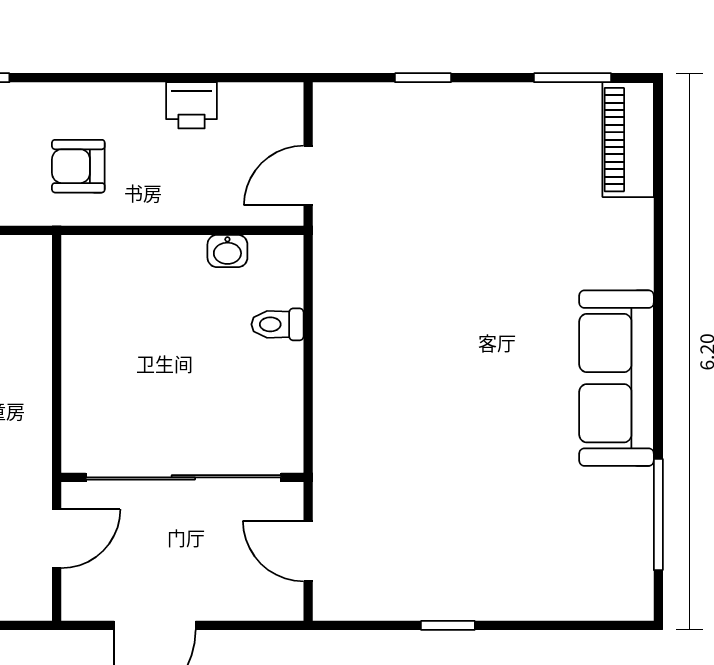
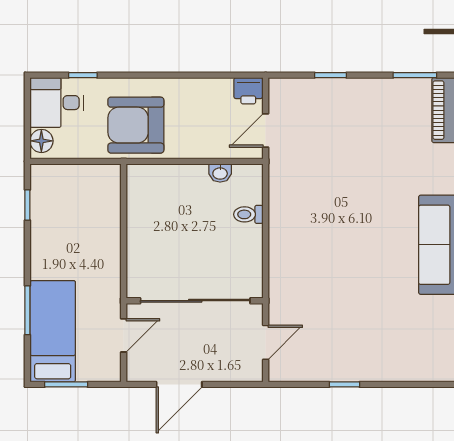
printer: (191, 105) -> (248, 91), moved
armchair: (78, 166) -> (136, 125), width x1.88, depth x1.88
door: (308, 551) -> (266, 342), swing flipped

